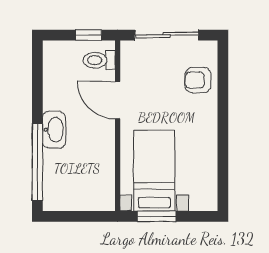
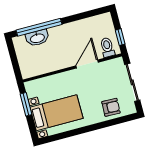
armchair: (198, 80) -> (111, 107), turned 92
washbasin: (54, 130) -> (37, 38), moved
bed with nightstands: (154, 171) -> (57, 113), moved

